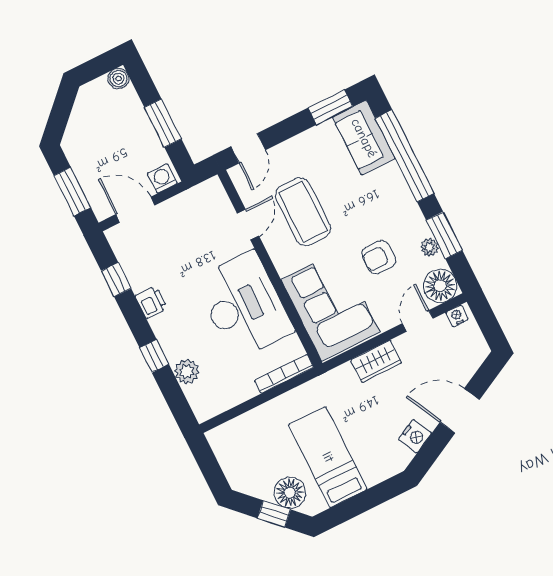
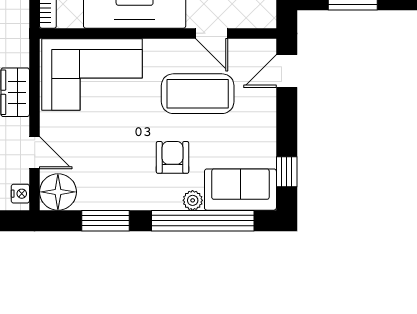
window: (331, 107) -> (287, 172), width x0.67
door: (248, 148) -> (287, 71), hinge flipped
plant: (430, 247) -> (193, 200), moved
armchair: (379, 257) -> (172, 157), moved

